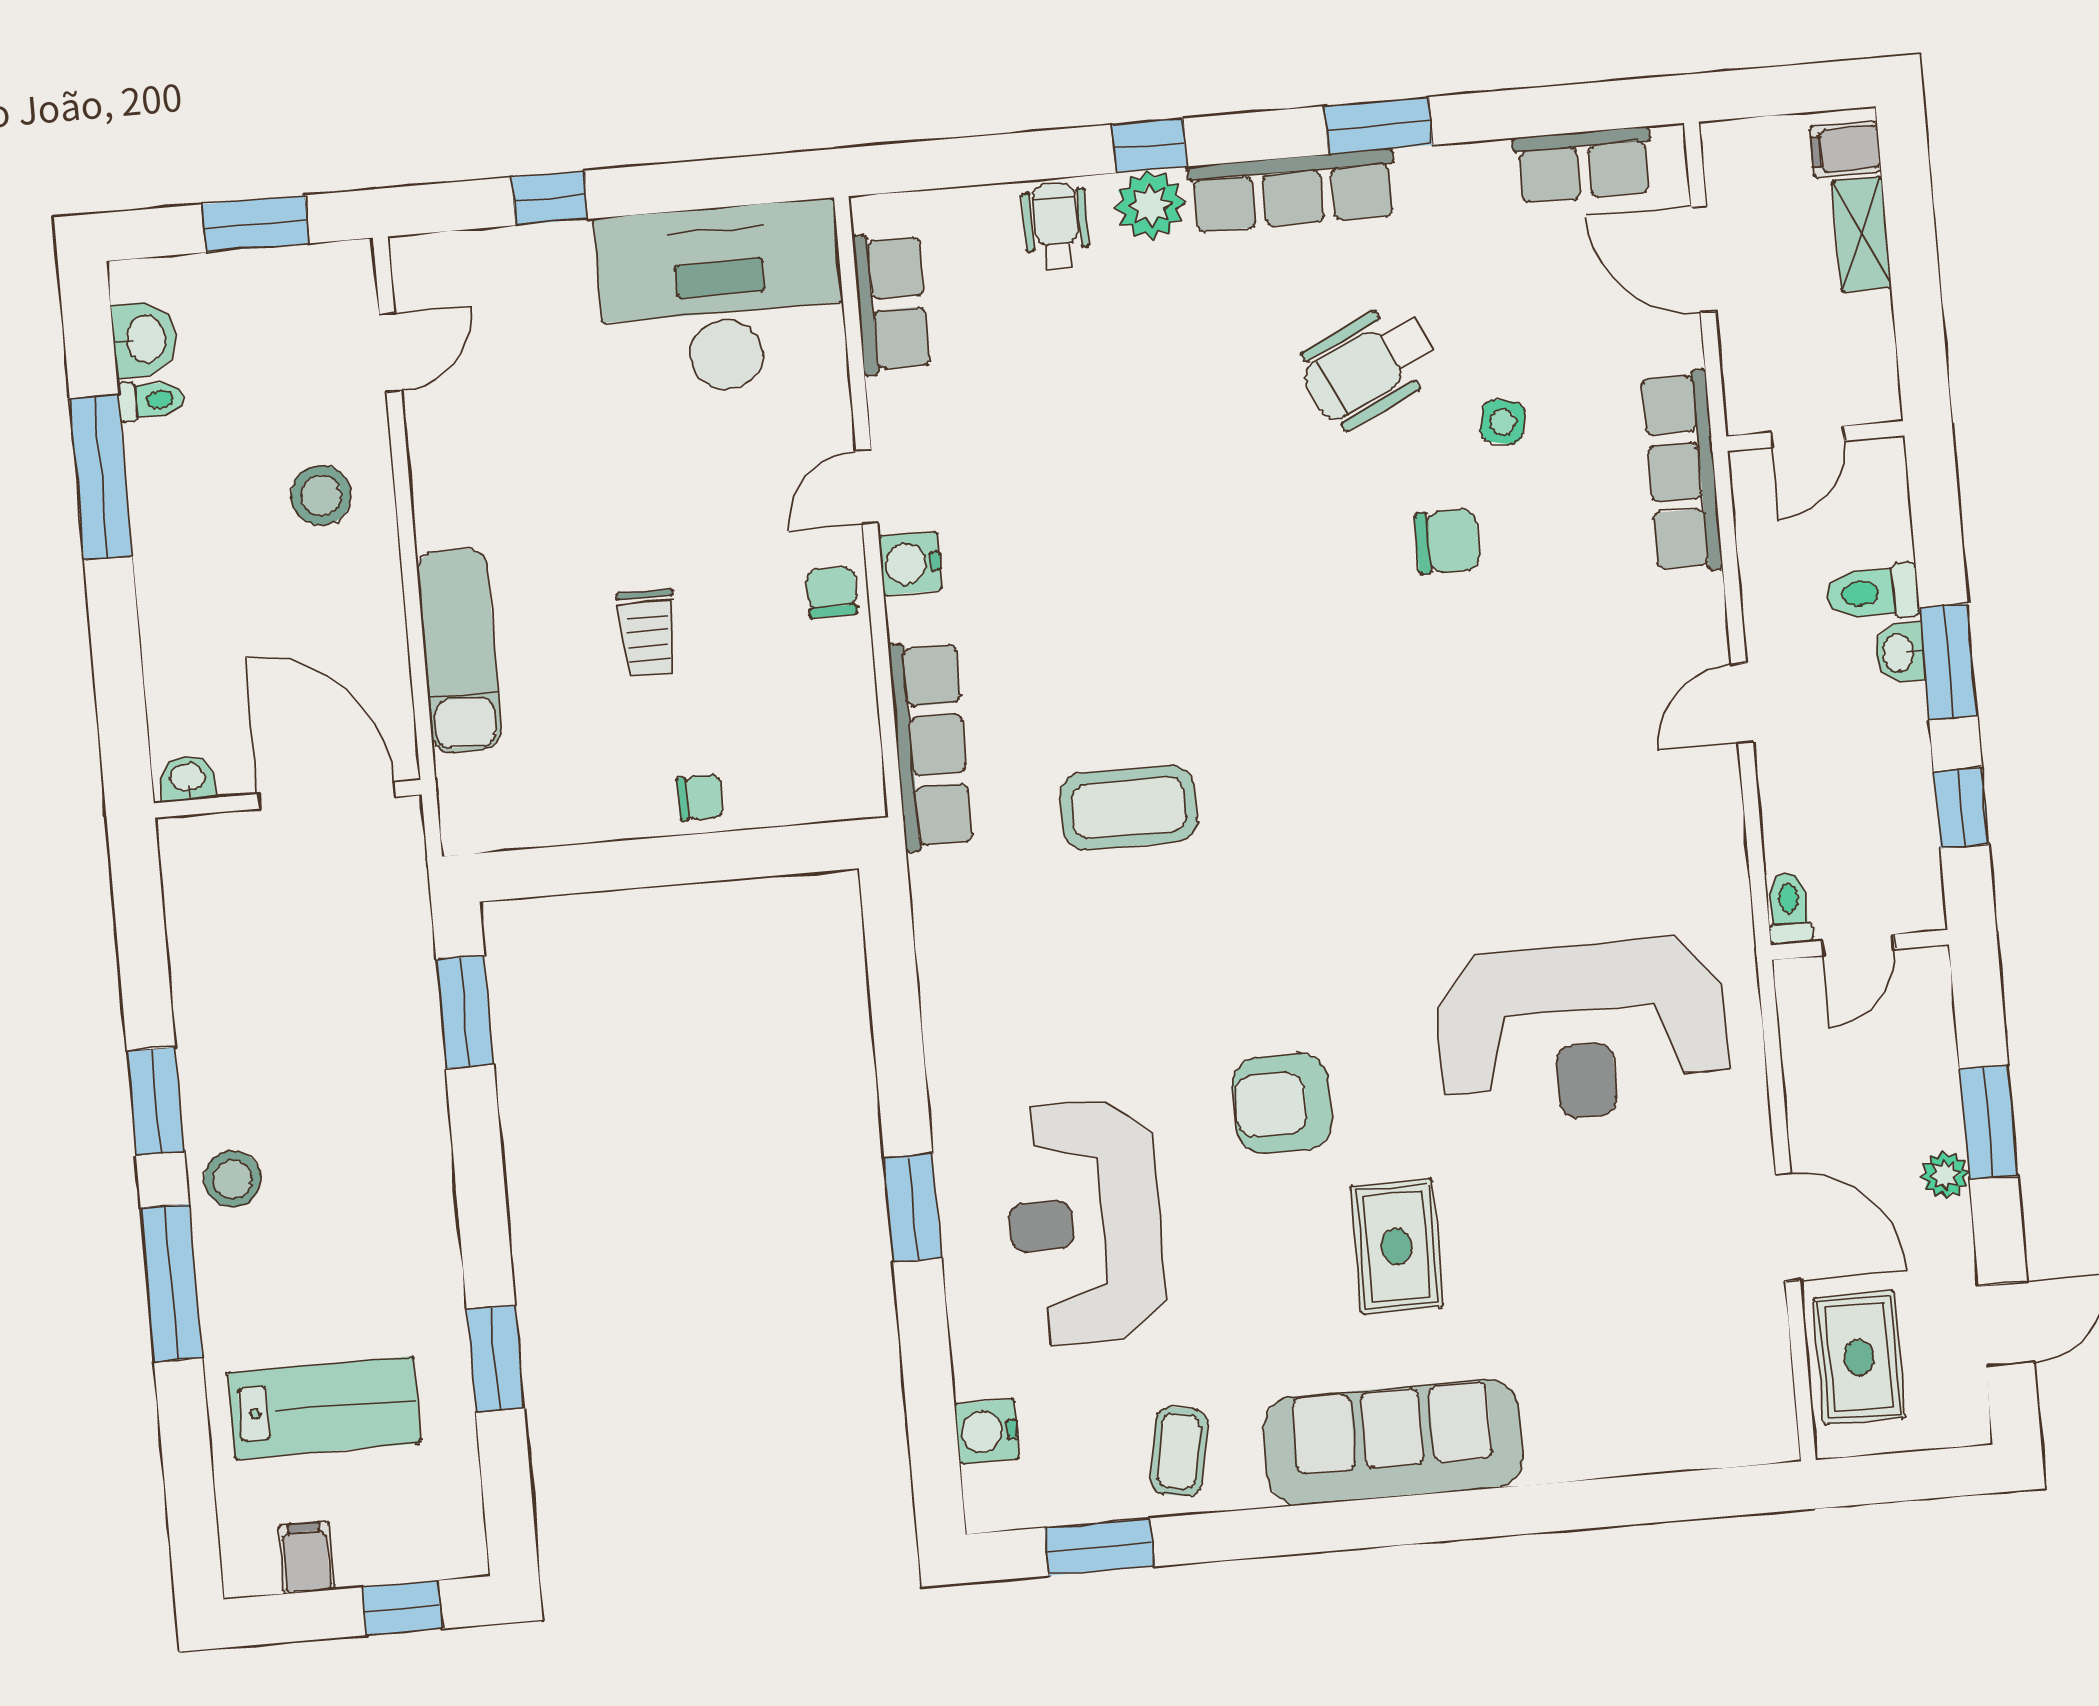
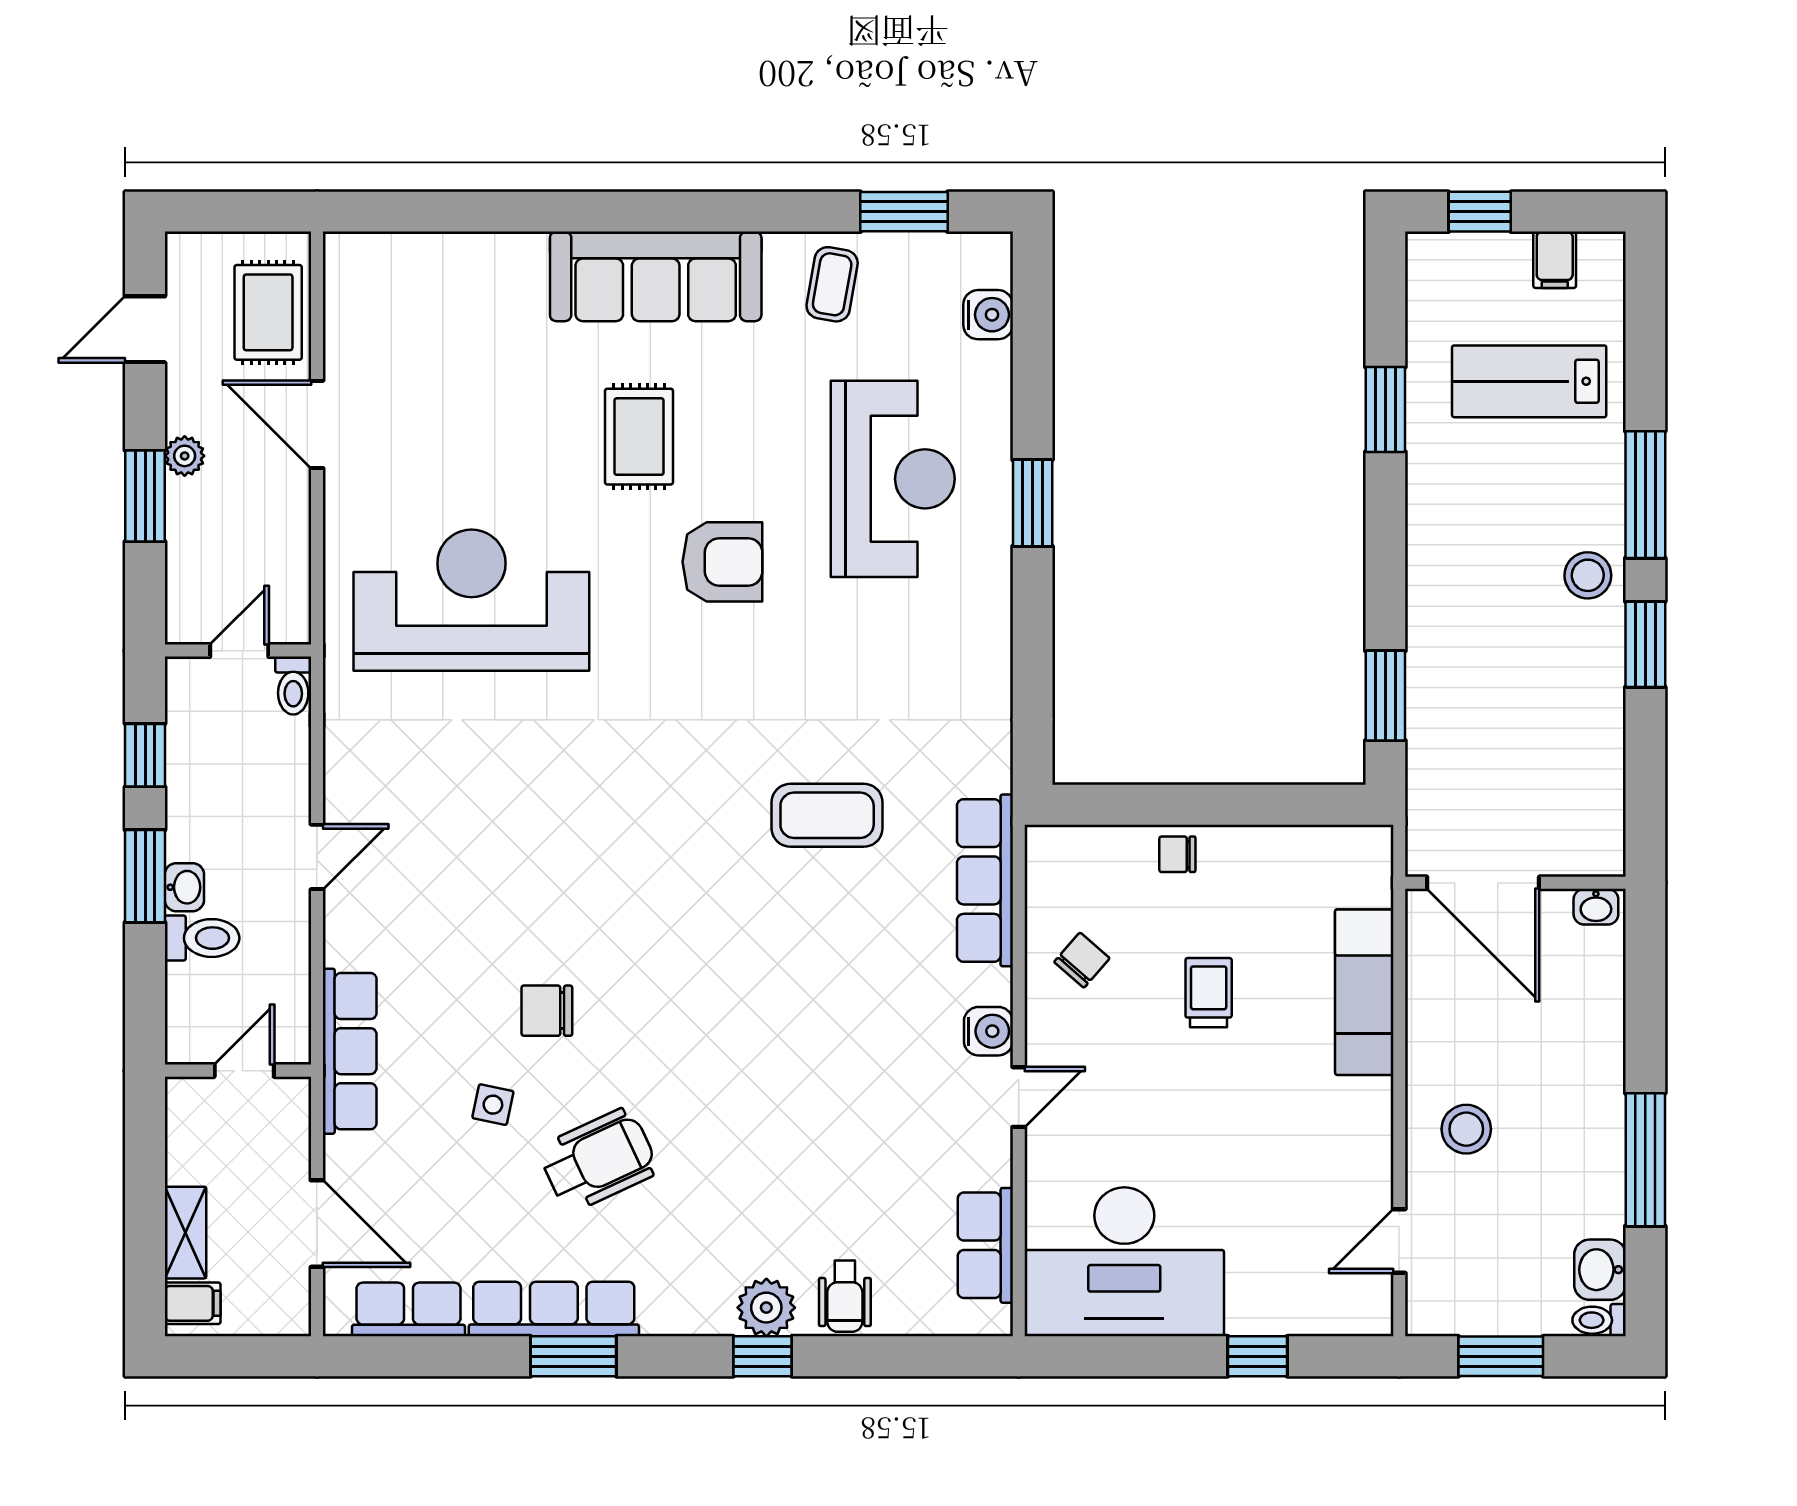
row of seats: (1293, 191) -> (554, 1309), moved
toilet: (151, 400) -> (1599, 1320), moved
chair: (832, 592) -> (1082, 960), moved, turned -139

